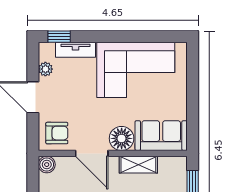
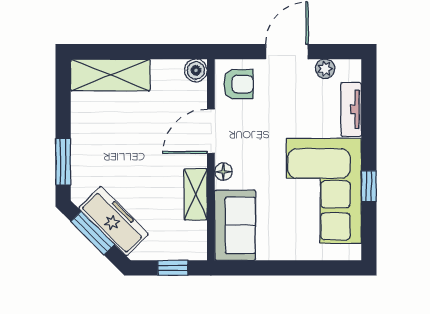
window: (59, 37) -> (369, 186), moved
armchair: (57, 133) -> (238, 84), turned -90
floor lamp: (122, 138) -> (223, 172), width x0.53, depth x0.53

